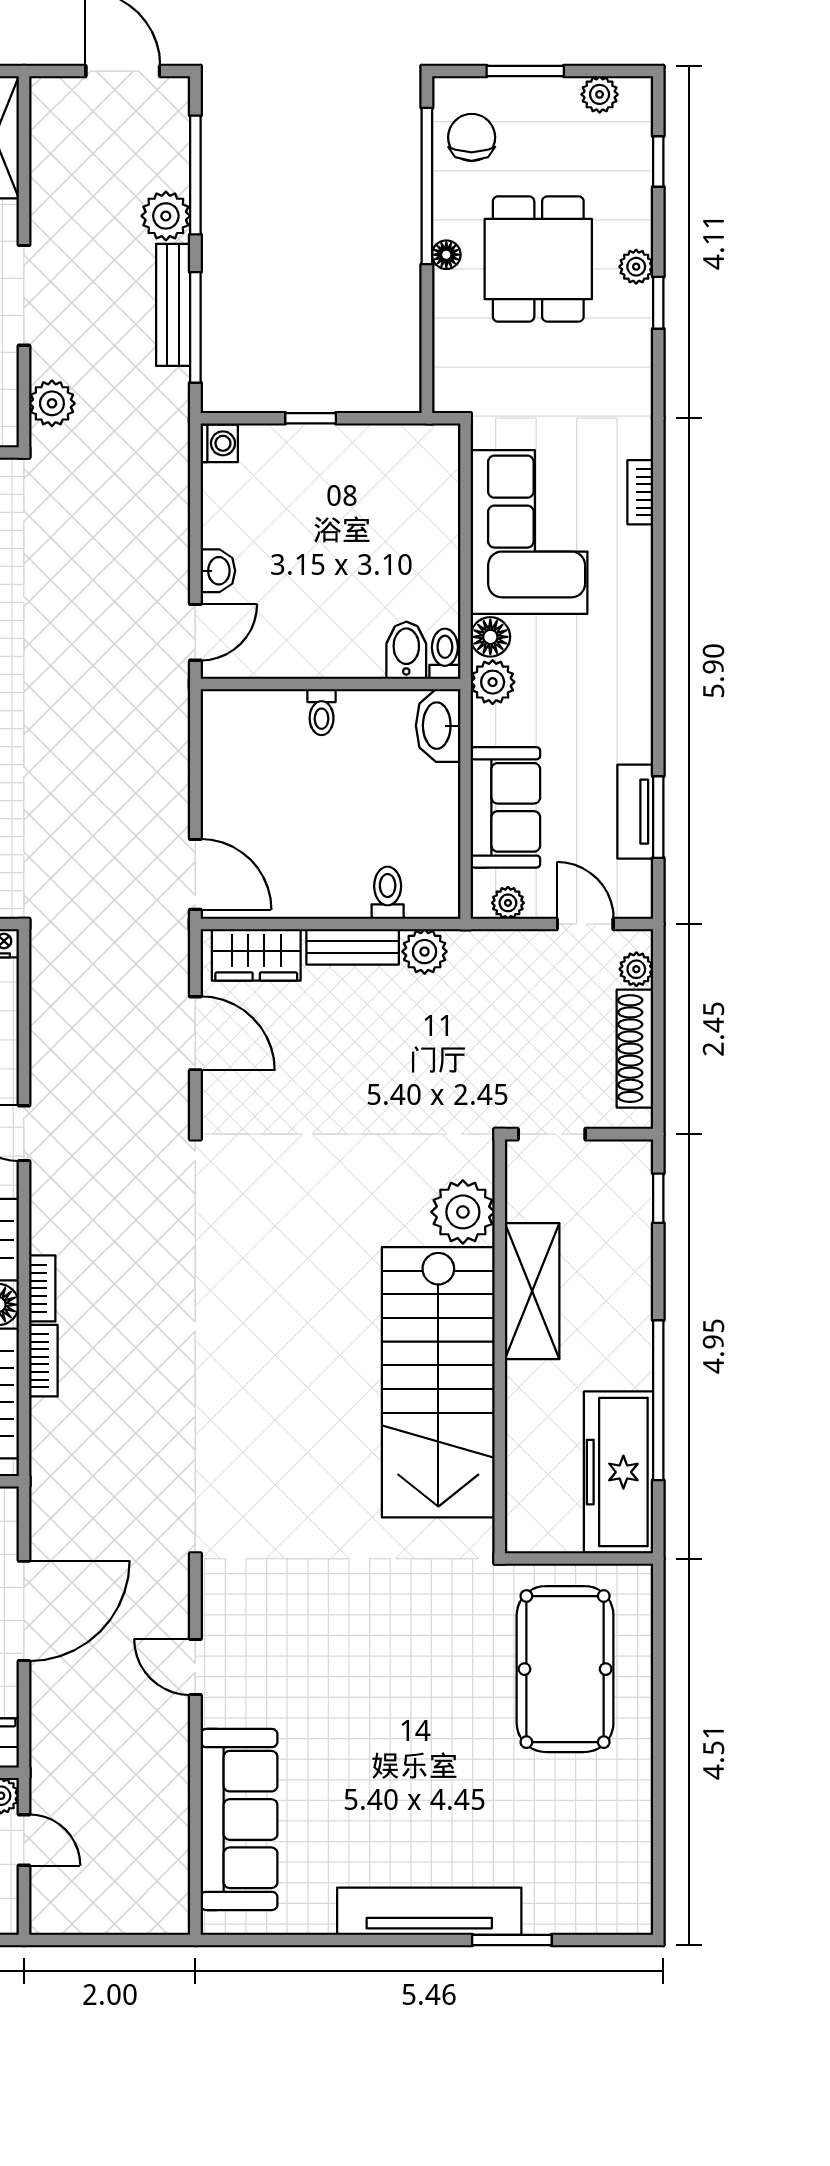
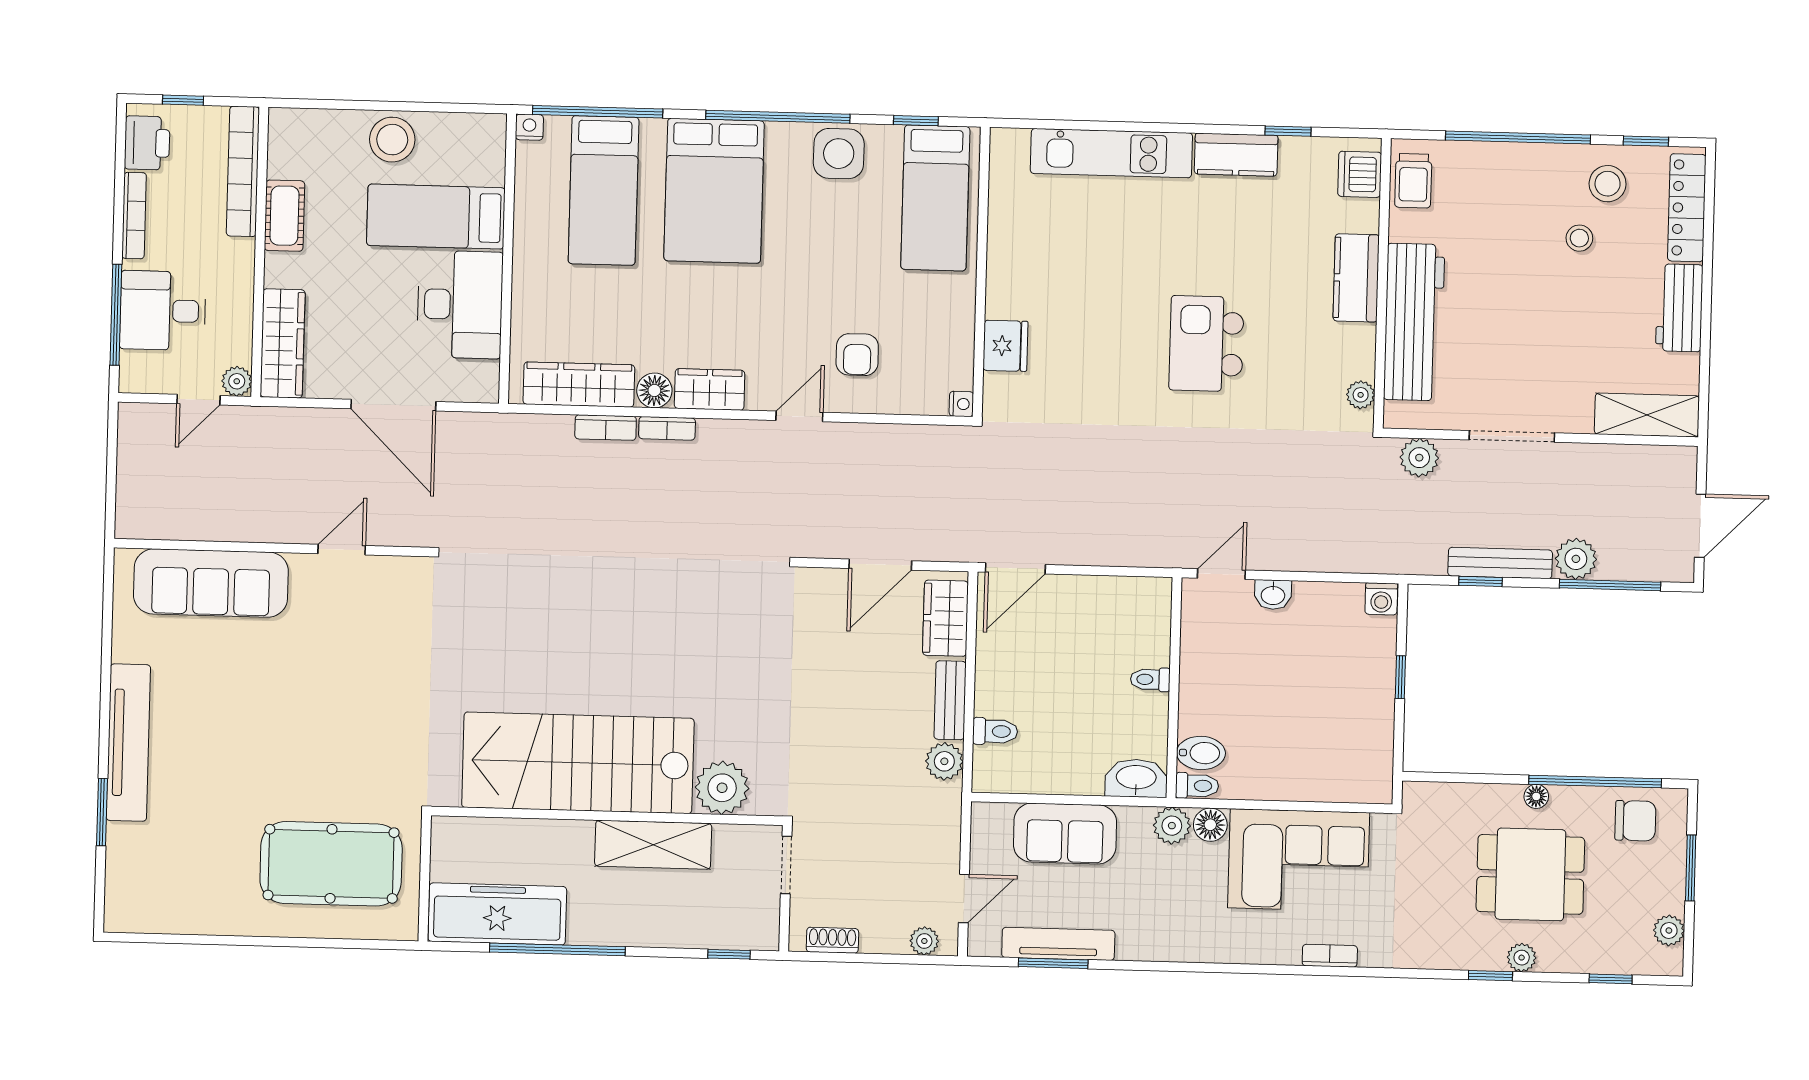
window: (195, 327) -> (1481, 581), width x0.46
door: (195, 632) -> (1221, 574), swing flipped
tv unit: (635, 812) -> (1058, 944), width x1.41
plant: (508, 903) -> (984, 833), removed
shoe rack: (635, 1049) -> (832, 940), width x0.51, depth x0.81

